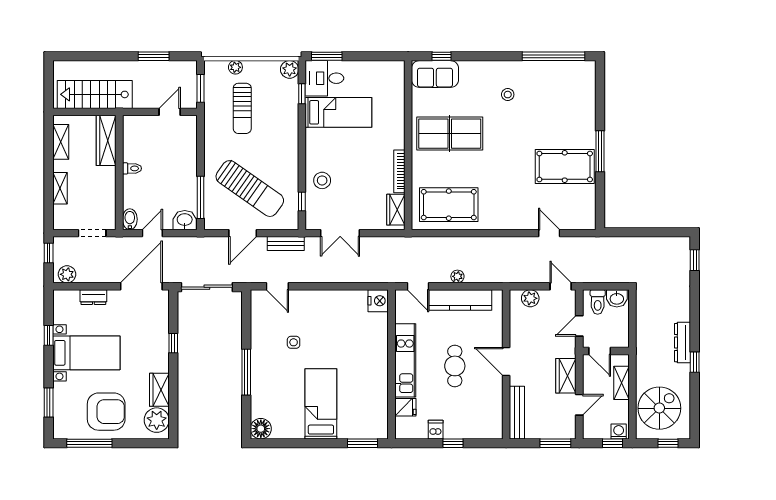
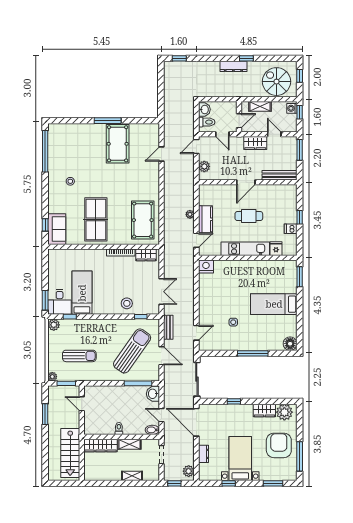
plant: (235, 67) -> (52, 377), moved
shelving: (61, 142) -> (129, 444), moved
kitchen counter: (460, 300) -> (205, 219), width x0.67

